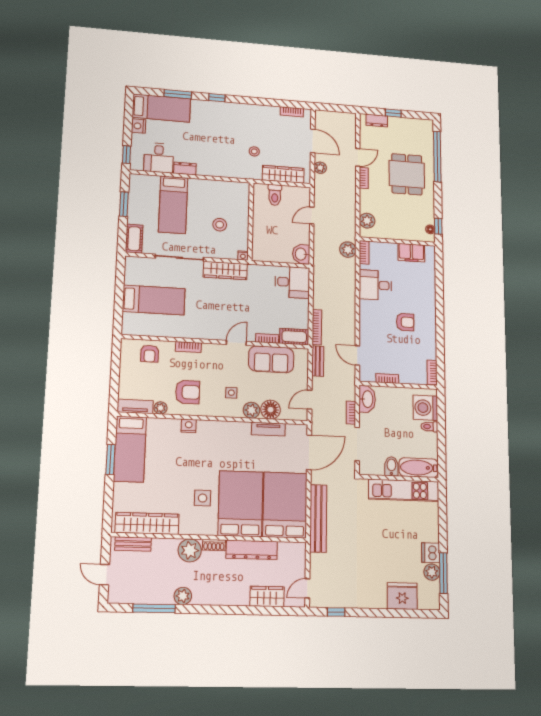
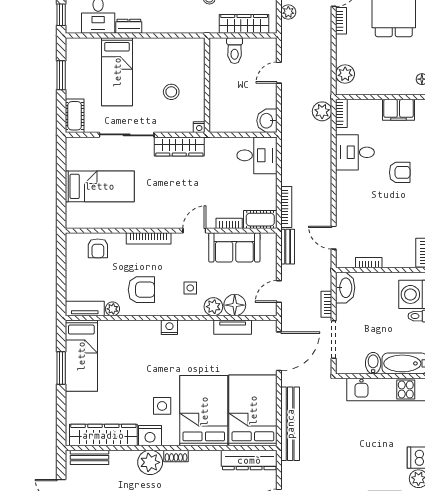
armchair: (405, 322) -> (400, 172), moved
bookcase: (188, 347) -> (149, 238), width x1.56
nightstand: (189, 426) -> (169, 327), moved
nightstand: (190, 525) -> (150, 436), added
dresser: (252, 550) -> (249, 460), moved

